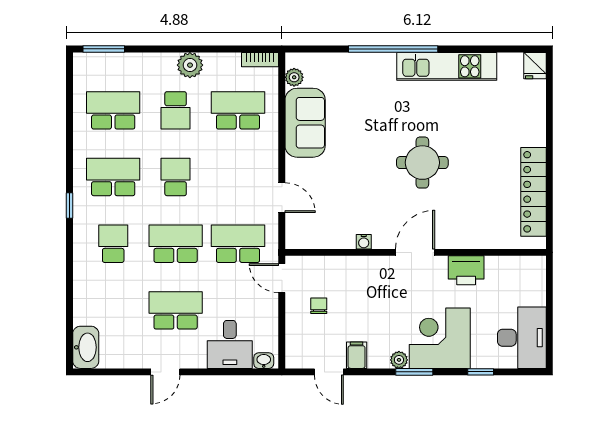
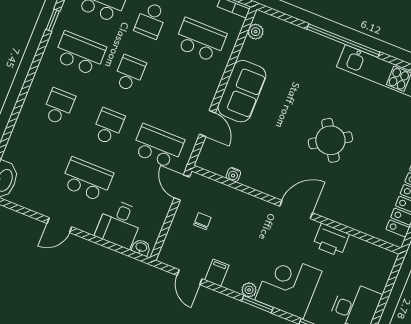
sofa: (305, 123) -> (242, 91), moved
round table: (422, 163) -> (330, 140), turned -32
window: (69, 205) -> (53, 20), moved
water cooler: (364, 242) -> (233, 175), moved
school desk: (176, 244) -> (108, 126), width x0.54

